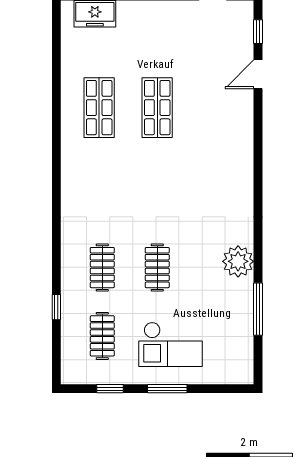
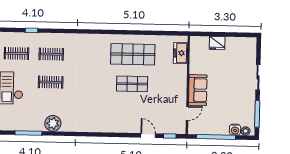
shop shelf: (99, 108) -> (133, 54), width x1.43, depth x1.36

